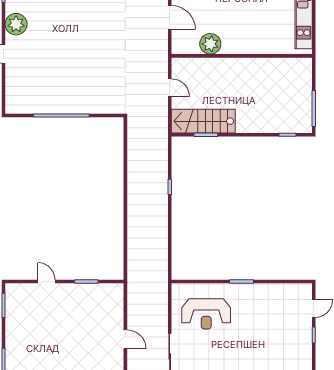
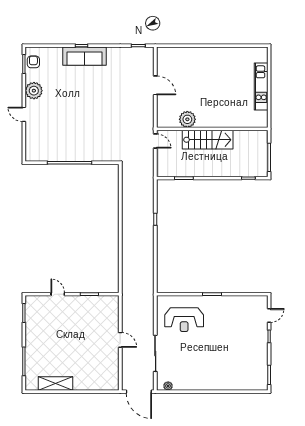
plant: (210, 44) -> (187, 119), moved
wall: (242, 56) -> (212, 129), moved
stairs: (203, 121) -> (208, 140), moved, turned 180

